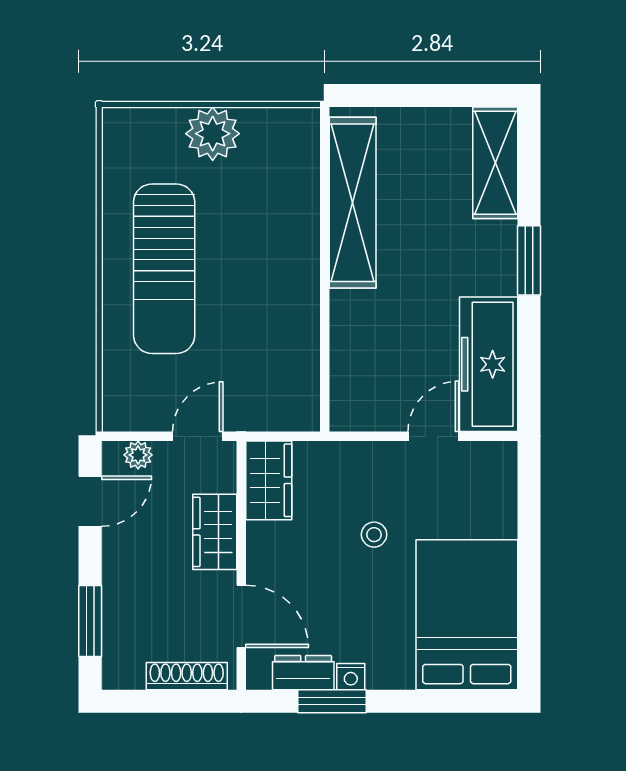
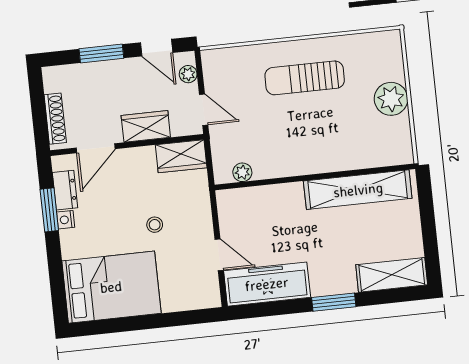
sun lounger: (164, 269) -> (305, 78), width x0.73, depth x0.75
plant: (305, 385) -> (242, 172), added
window: (90, 621) -> (101, 54), moved

